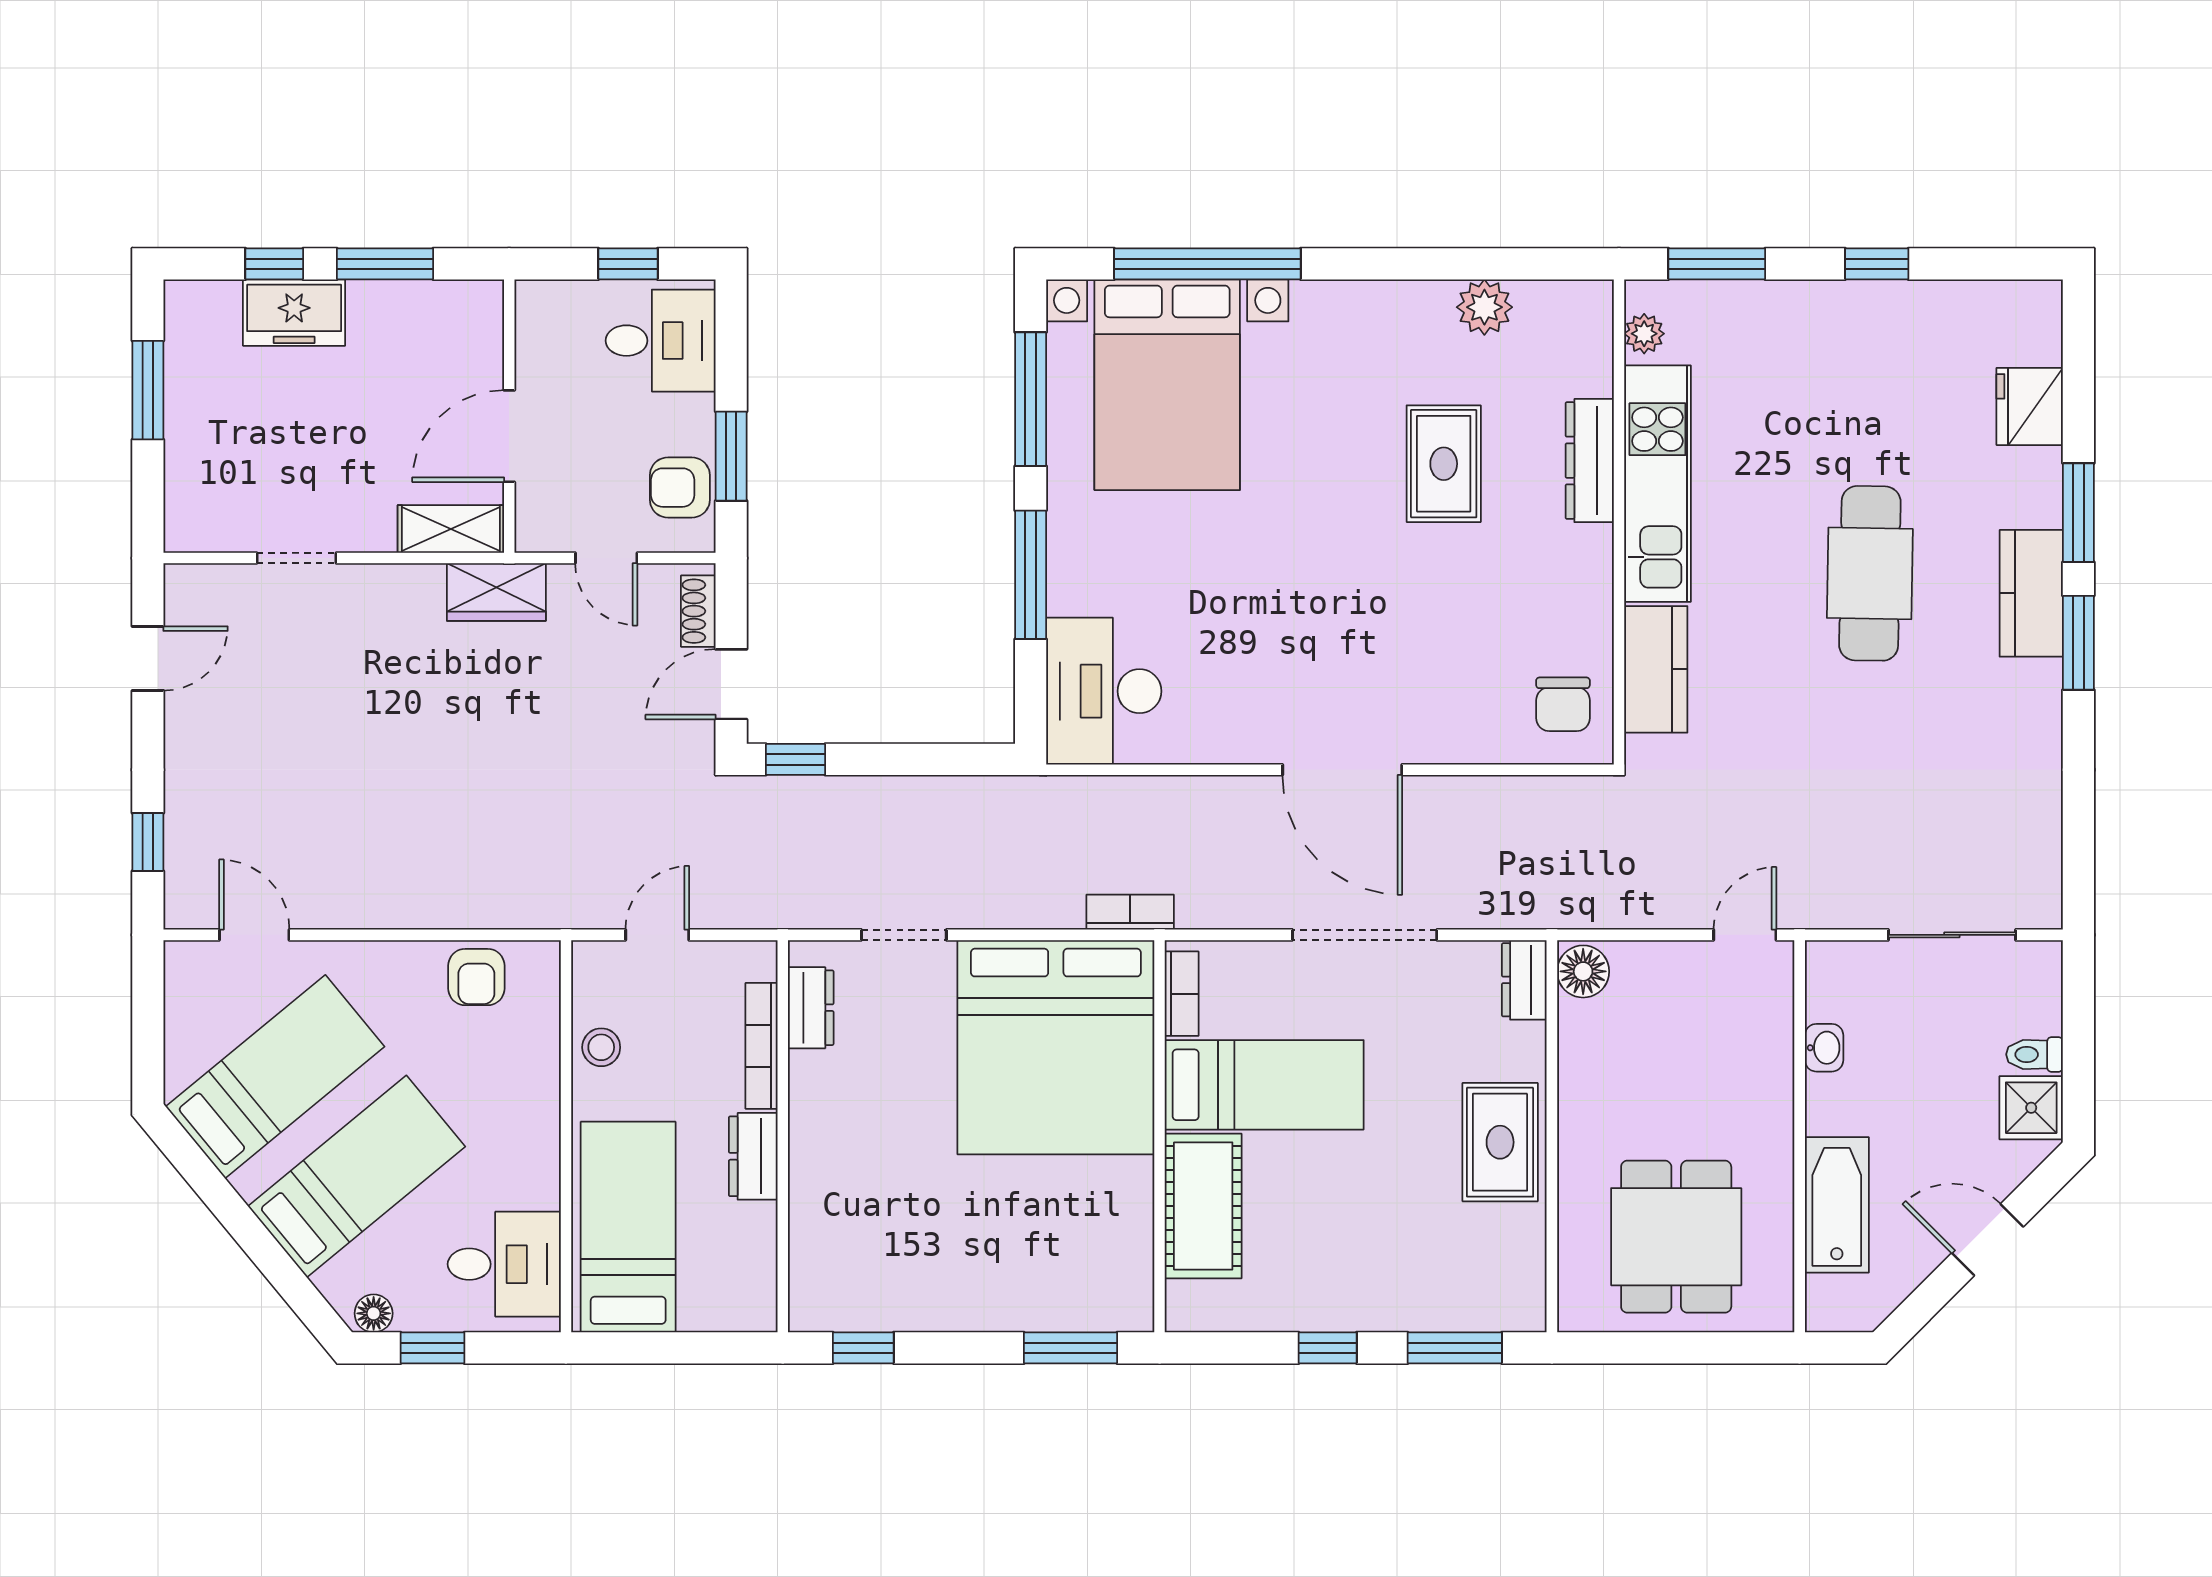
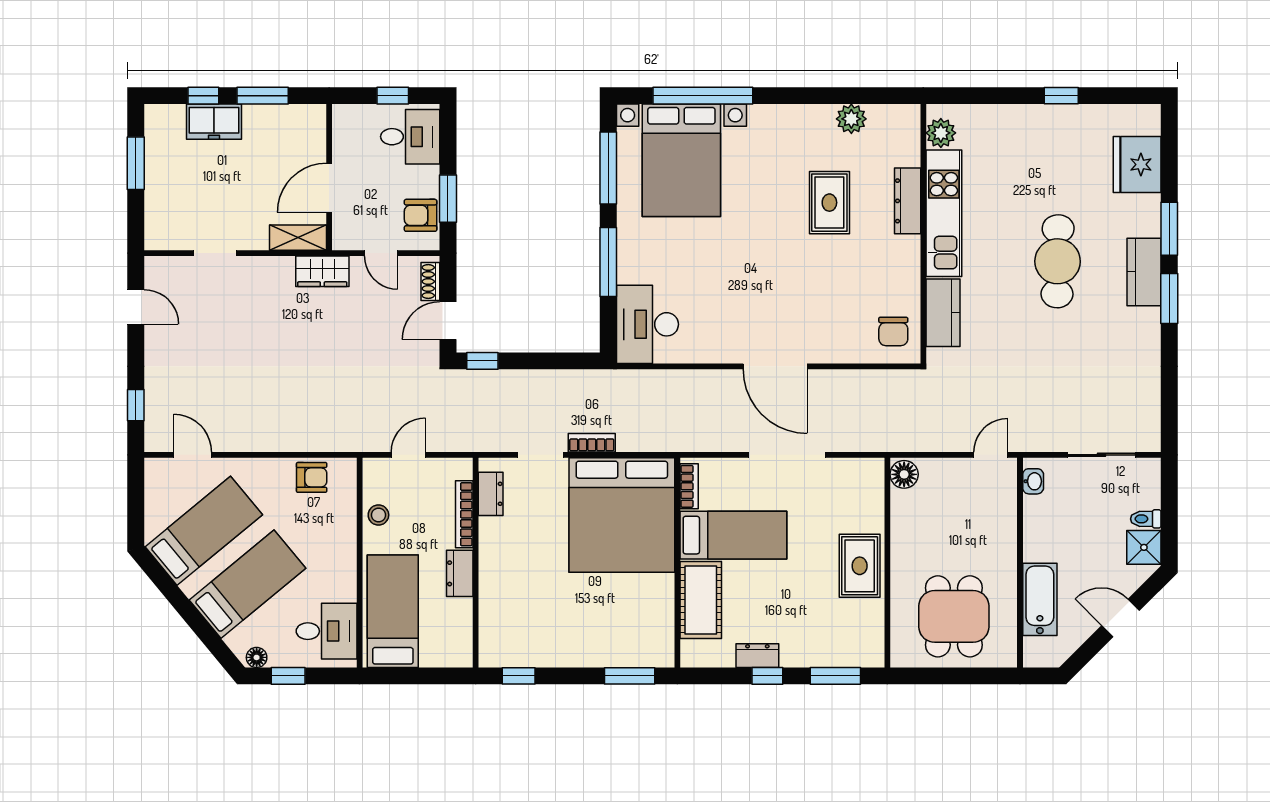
window: (1717, 264) -> (976, 96), removed
plant: (1644, 334) -> (941, 133), width x1.38, depth x1.38
fridge: (2030, 406) -> (1137, 164), width x1.36, depth x1.34
door: (148, 658) -> (136, 307), hinge flipped
bookcase: (1130, 912) -> (592, 443), moved
armchair: (476, 977) -> (312, 477), turned -90
dresser: (1524, 980) -> (757, 656), moved, turned 90
washbasin: (1824, 1048) -> (1033, 481), moved

